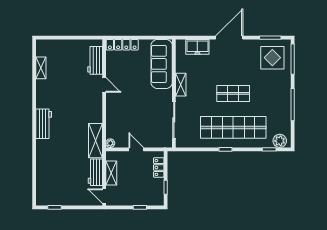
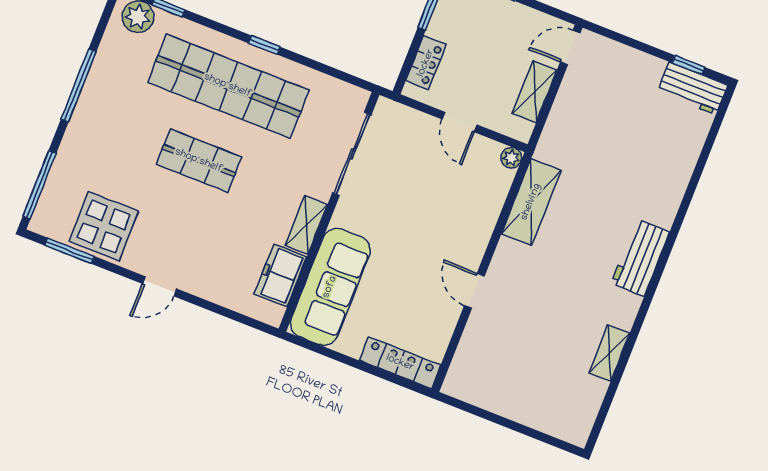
door: (229, 38) -> (160, 286), width x0.53
freezer: (197, 47) -> (281, 275), moved, turned -90
display table: (272, 58) -> (104, 226), moved
workbench: (95, 60) -> (473, 352), removed
shelving: (41, 68) -> (609, 353), moved
shelving: (95, 141) -> (531, 202), moved
workbench: (95, 172) -> (692, 88), moved, turned 90
door: (104, 196) -> (570, 47), swing flipped

